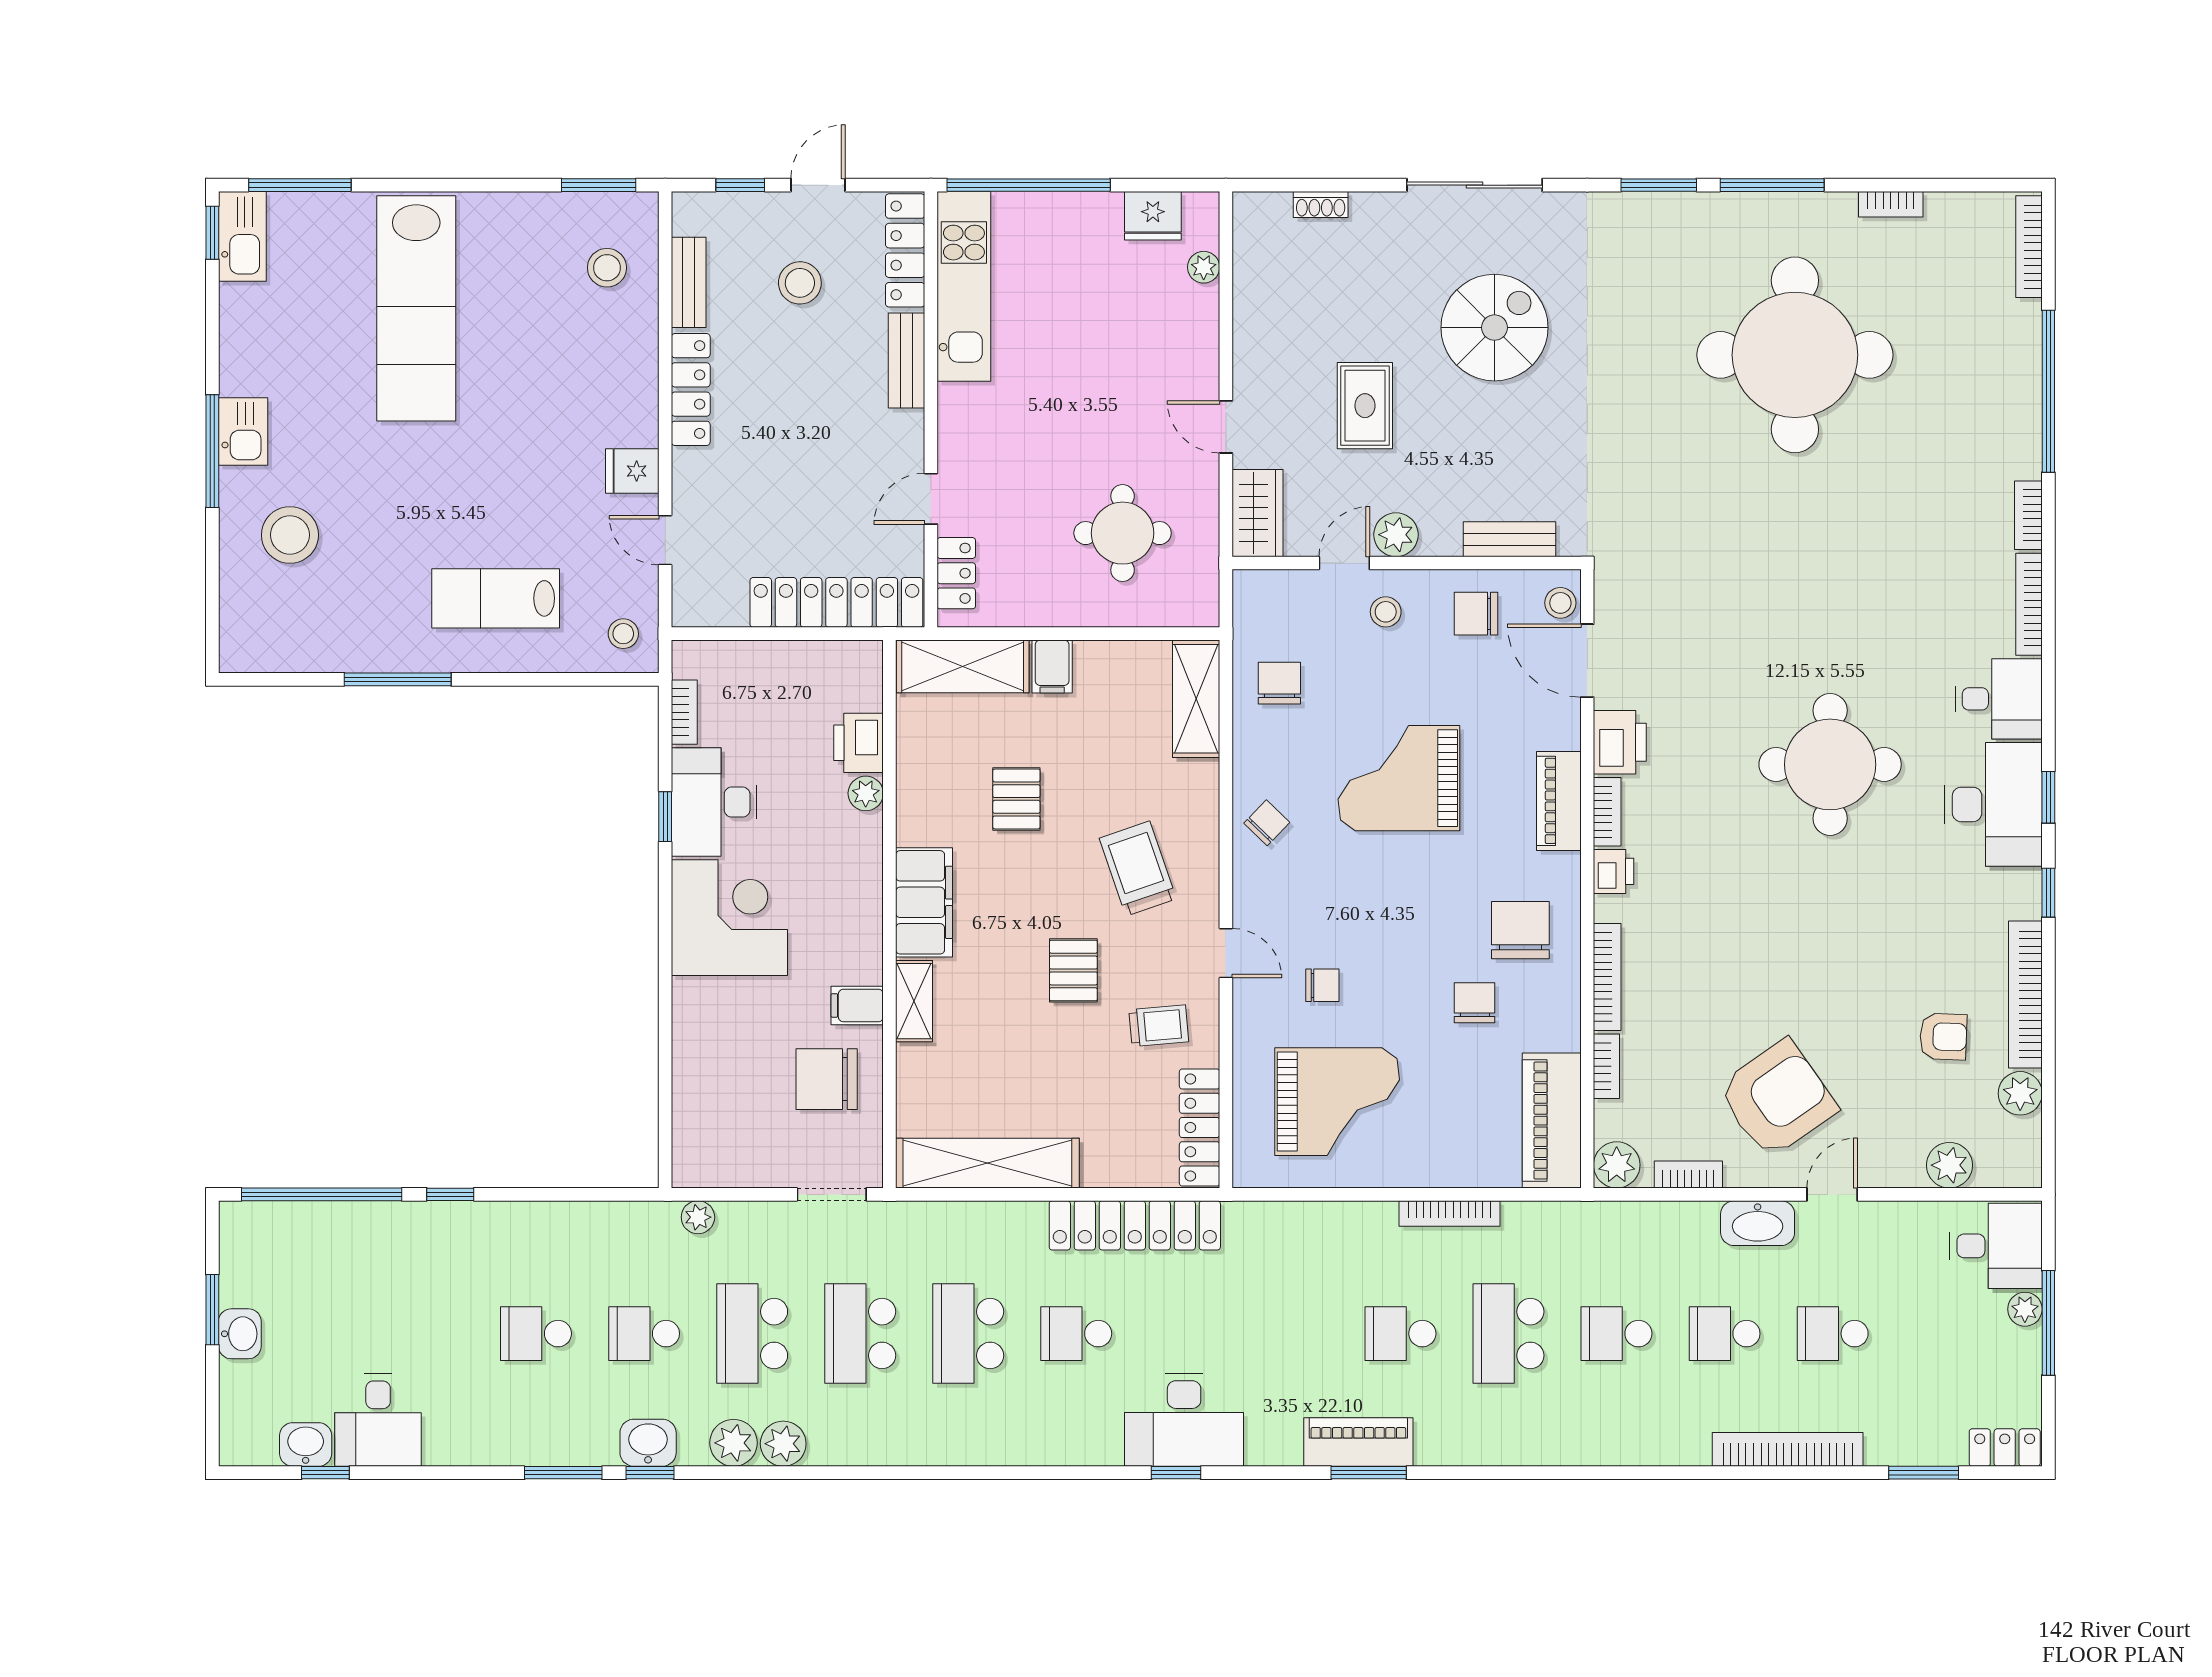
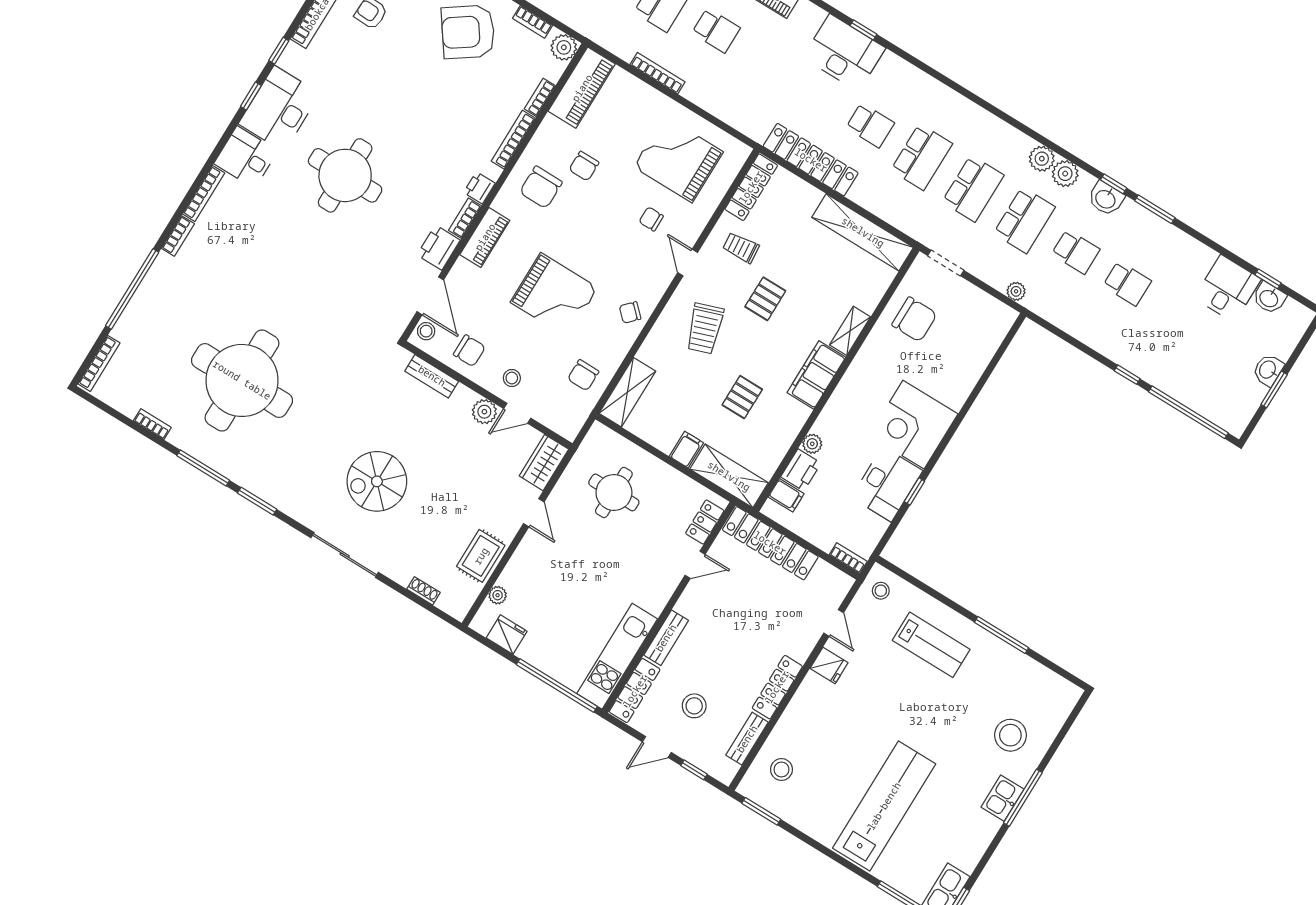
rug: (1365, 406) -> (481, 556), moved
bookcase: (684, 712) -> (848, 558), moved, turned 90
filing cabinet: (857, 1006) -> (786, 495), moved

